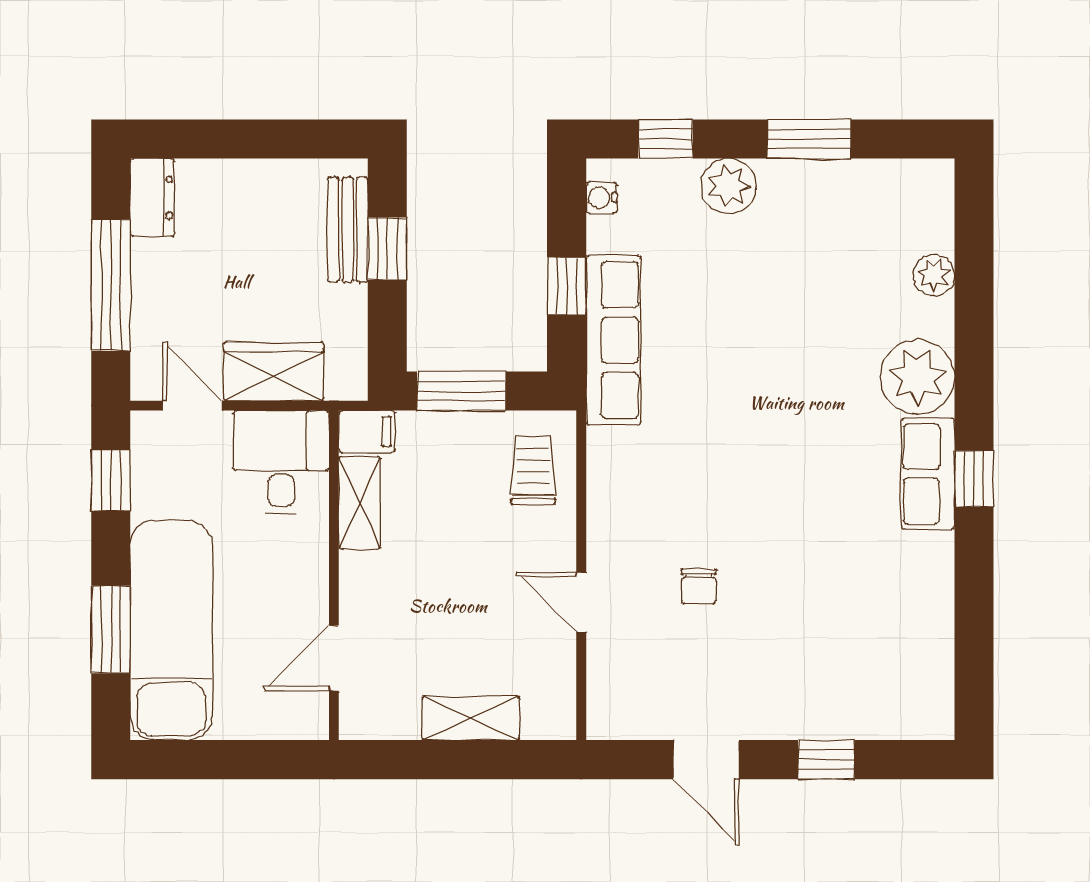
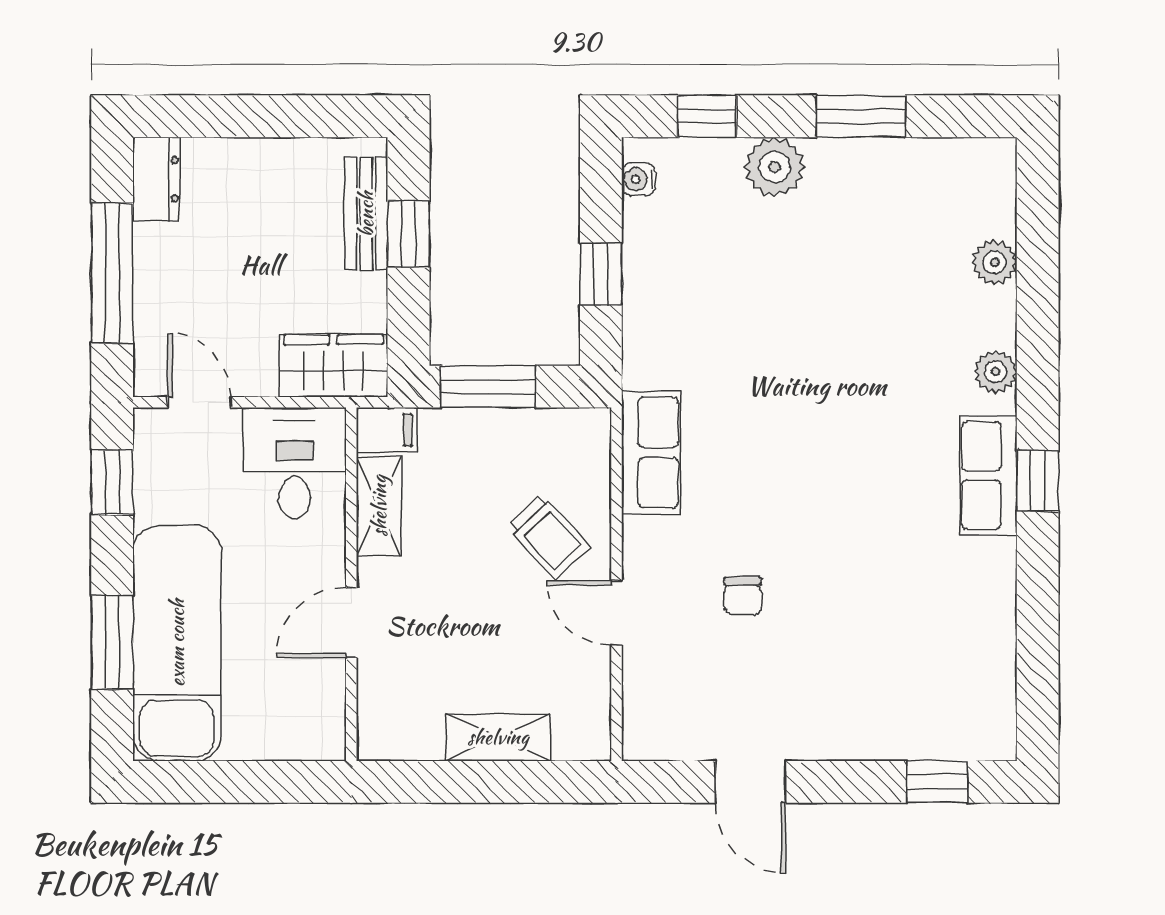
row of seats: (613, 340) -> (651, 452), moved, width x0.68
wardrobe: (273, 372) -> (334, 366), moved
plant: (917, 377) -> (996, 372), width x0.53, depth x0.53
trolley: (533, 471) -> (549, 537), moved, turned 137
door: (334, 658) -> (351, 623), moved
window: (826, 760) -> (937, 782), moved

